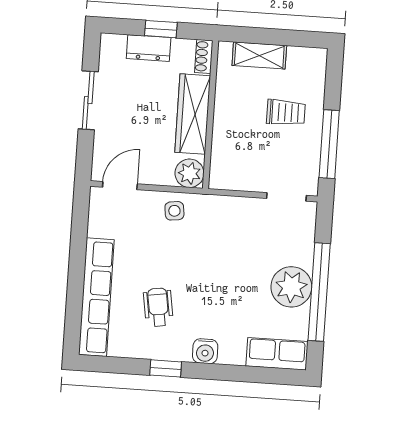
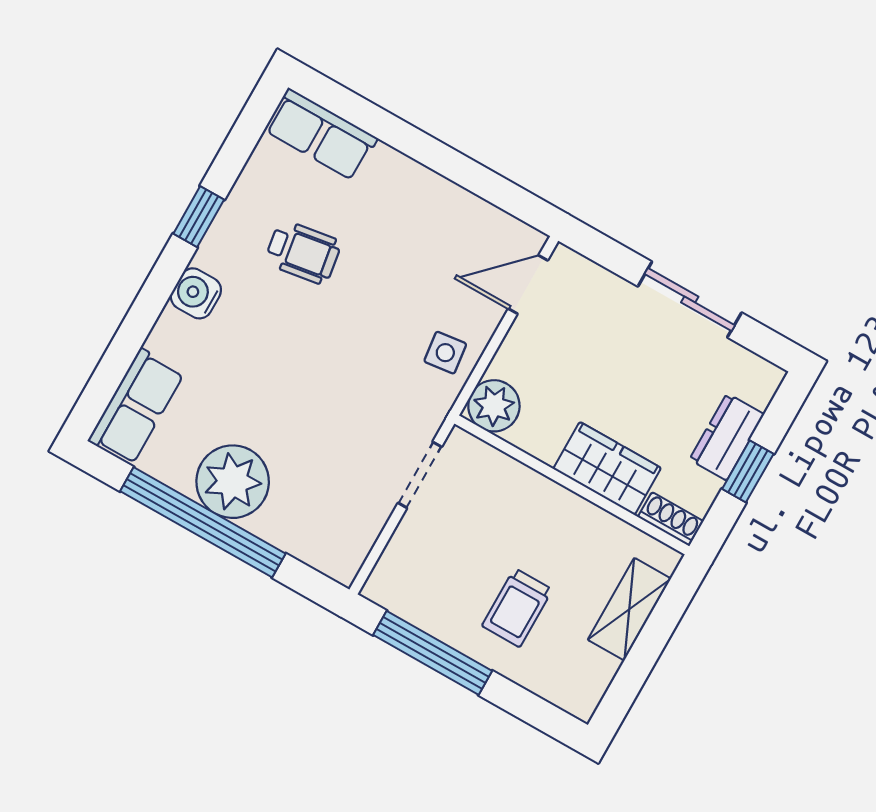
wardrobe: (193, 114) -> (607, 468), width x0.67
door: (120, 186) -> (528, 285), swing flipped
doorway: (286, 197) -> (420, 475), moved
row of seats: (96, 297) -> (321, 134), width x0.50

